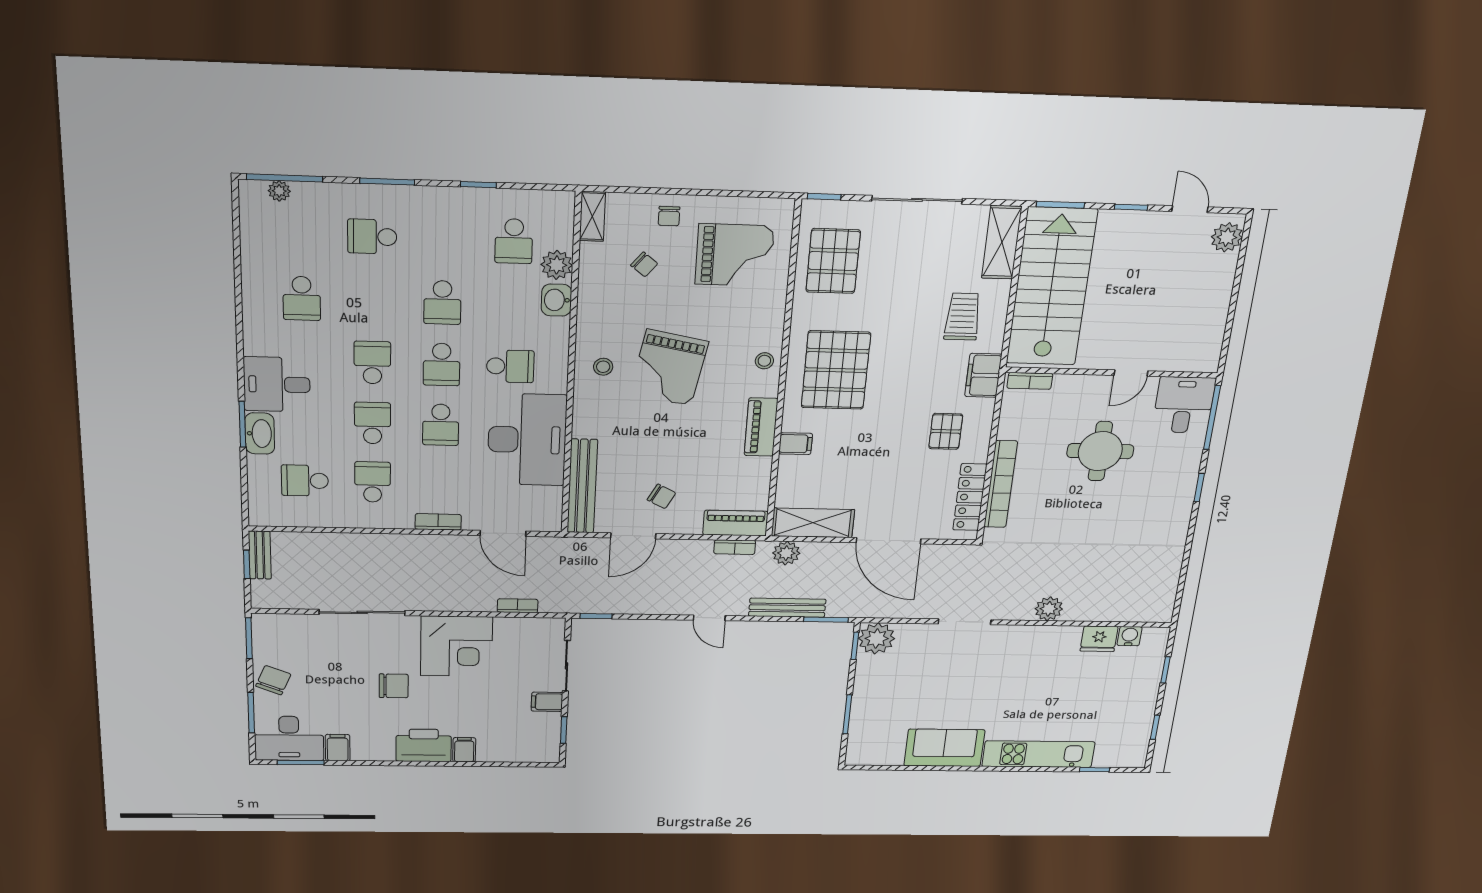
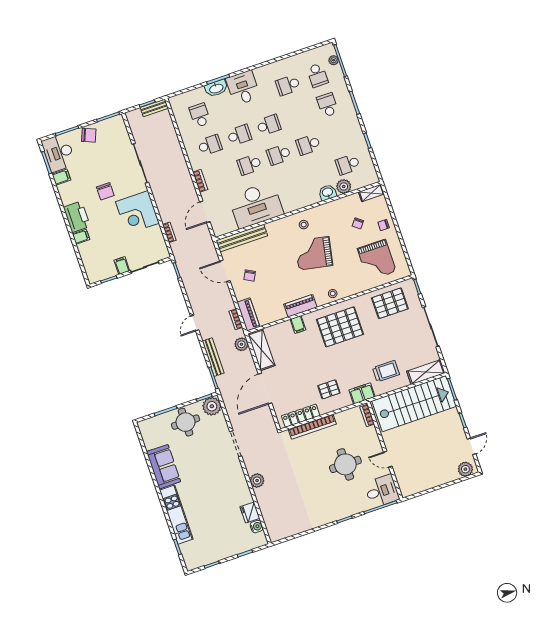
school desk: (510, 366) -> (317, 75), moved
round table: (883, 689) -> (186, 422), added

